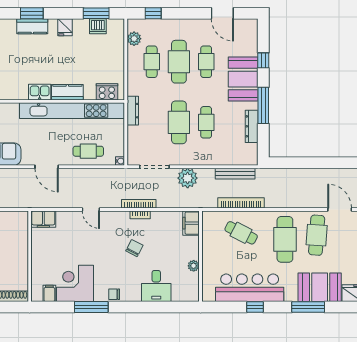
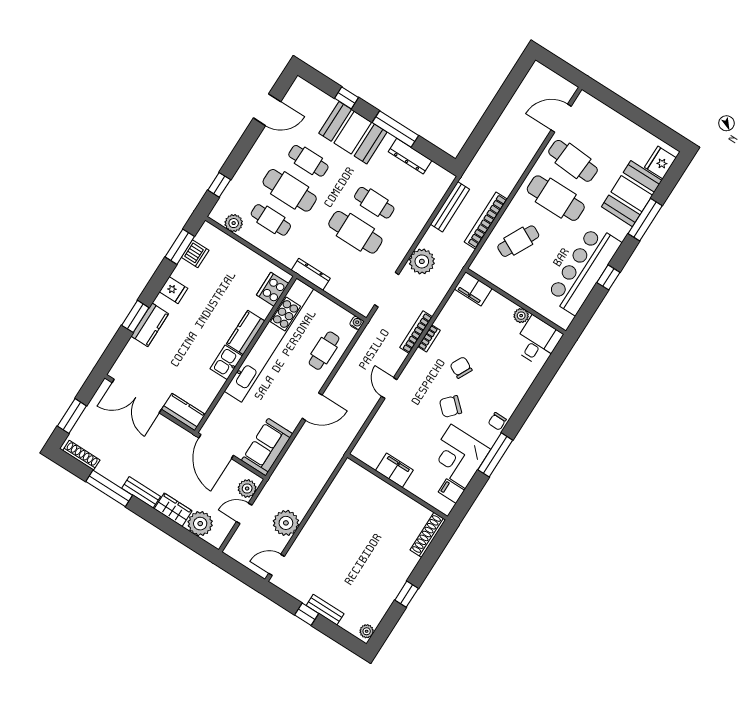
door: (91, 210) -> (389, 388), swing flipped
filing cabinet: (43, 219) -> (394, 470), moved, turned -90
chair: (104, 257) -> (450, 406), added
desk: (156, 286) -> (537, 341), moved, turned -90

